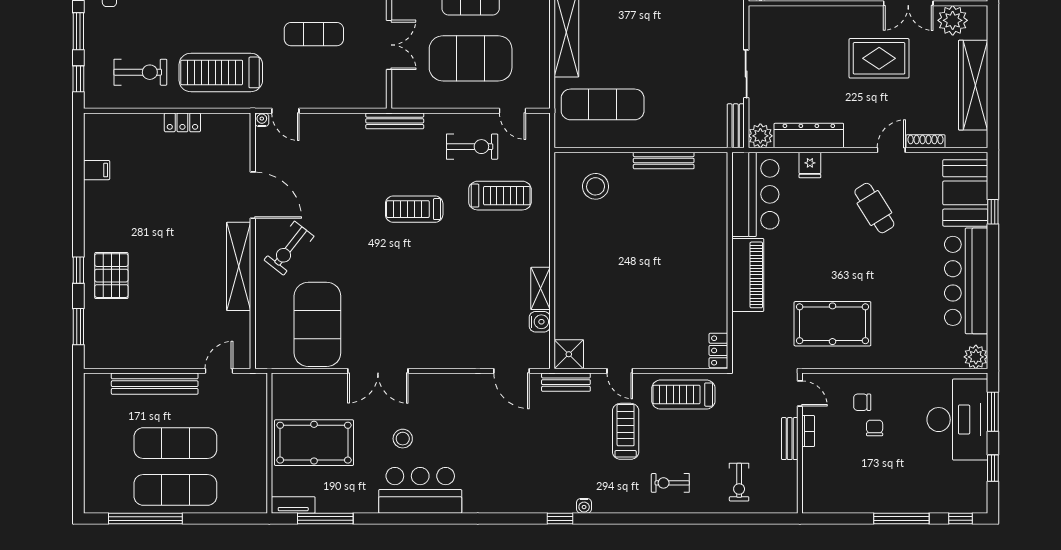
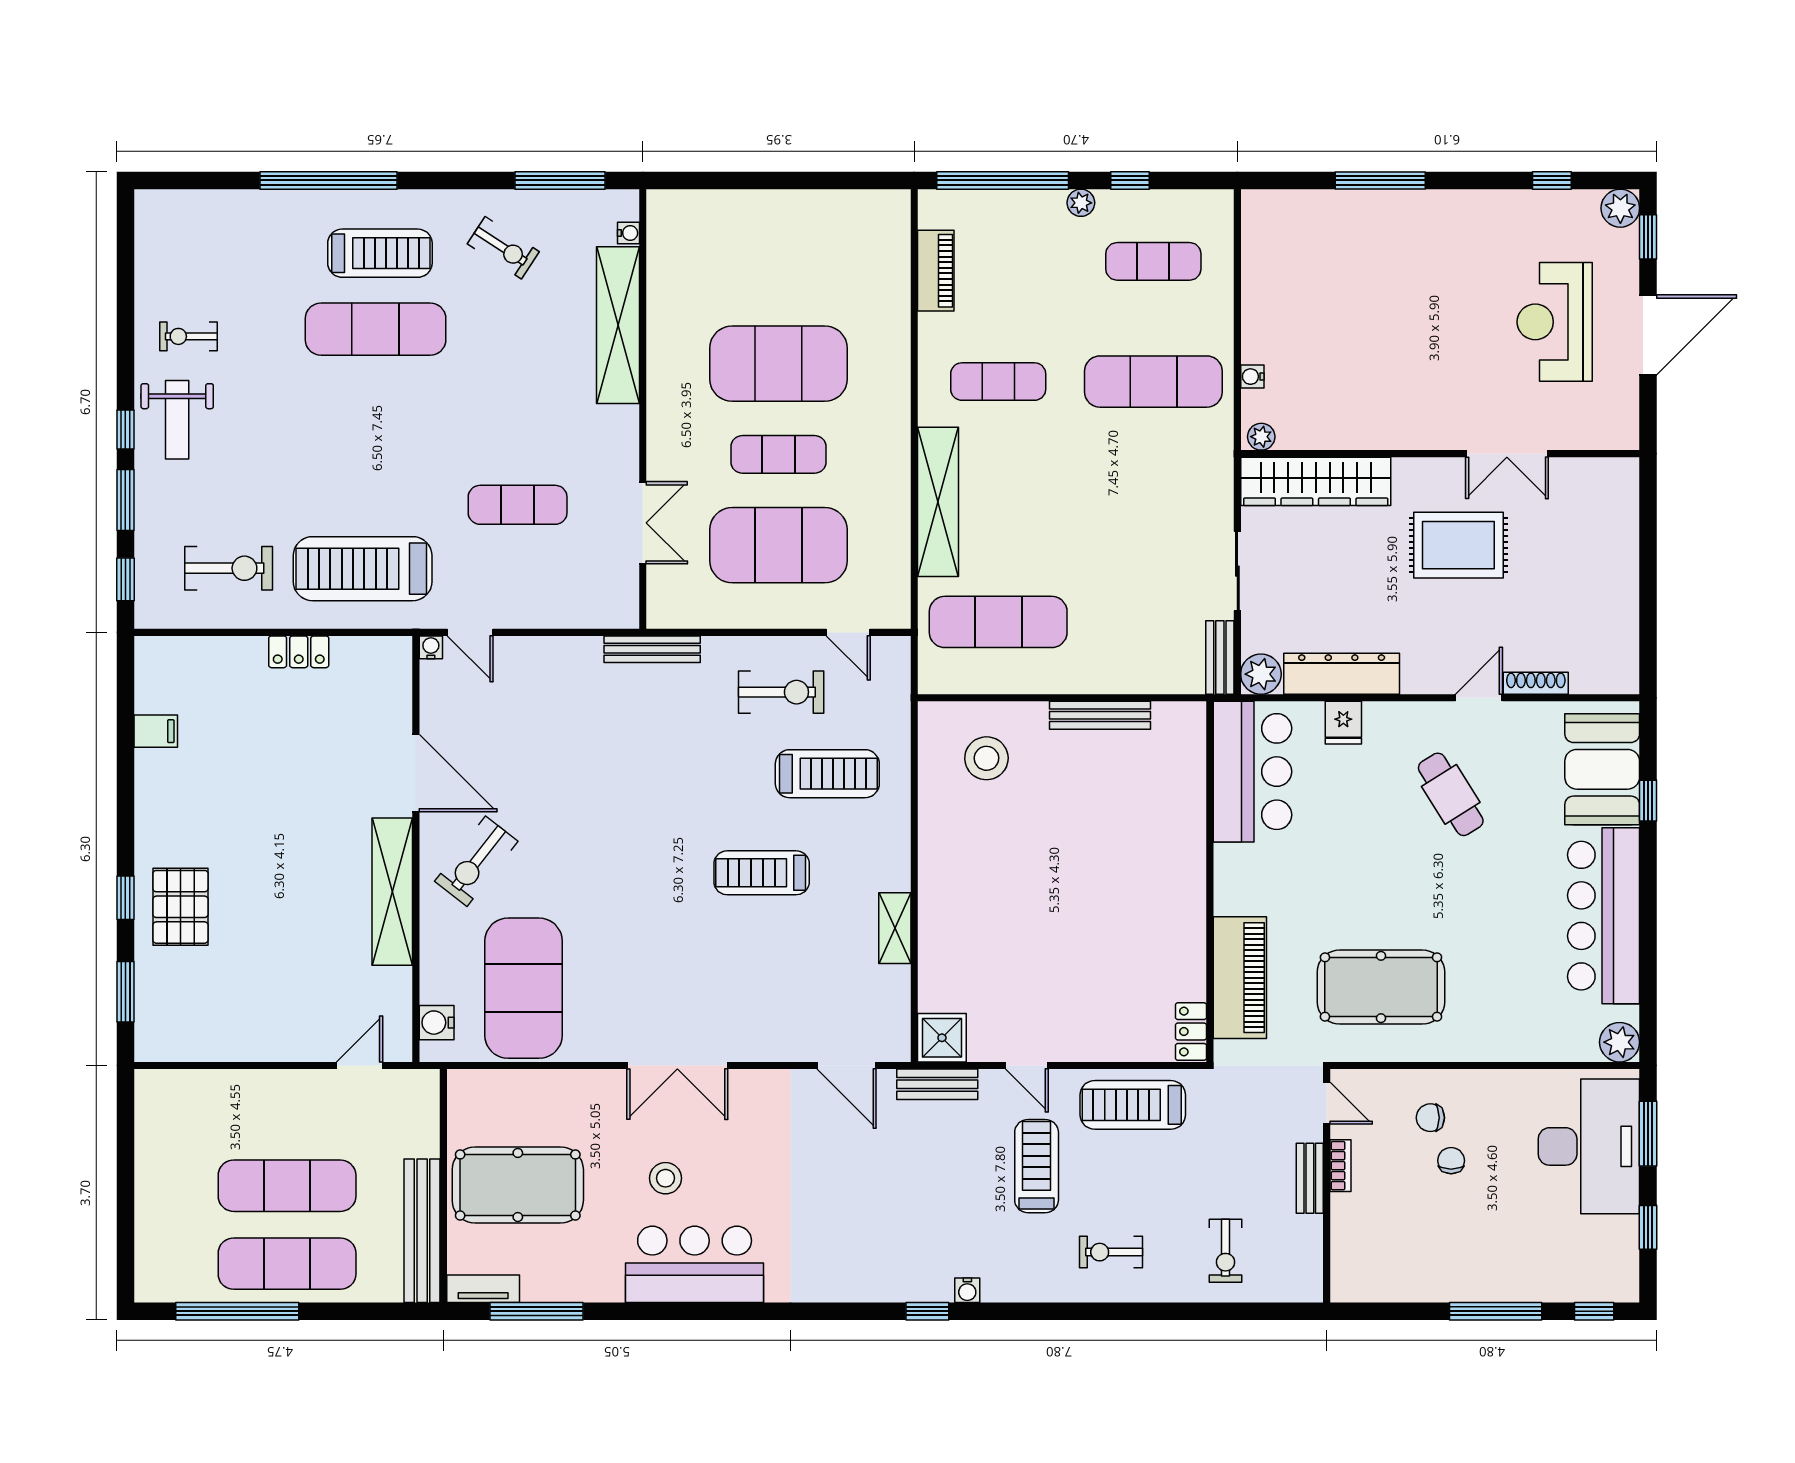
plant: (953, 20) -> (1581, 482), removed
wardrobe: (973, 85) -> (1316, 481), moved, turned -90
treadmill: (414, 209) -> (762, 873), moved
piano: (748, 275) -> (1240, 978), moved
water cooler: (540, 322) -> (437, 1023), moved, turned 180
double door: (378, 371) -> (677, 1065), moved
bench: (155, 384) -> (422, 1231), moved, turned 90

